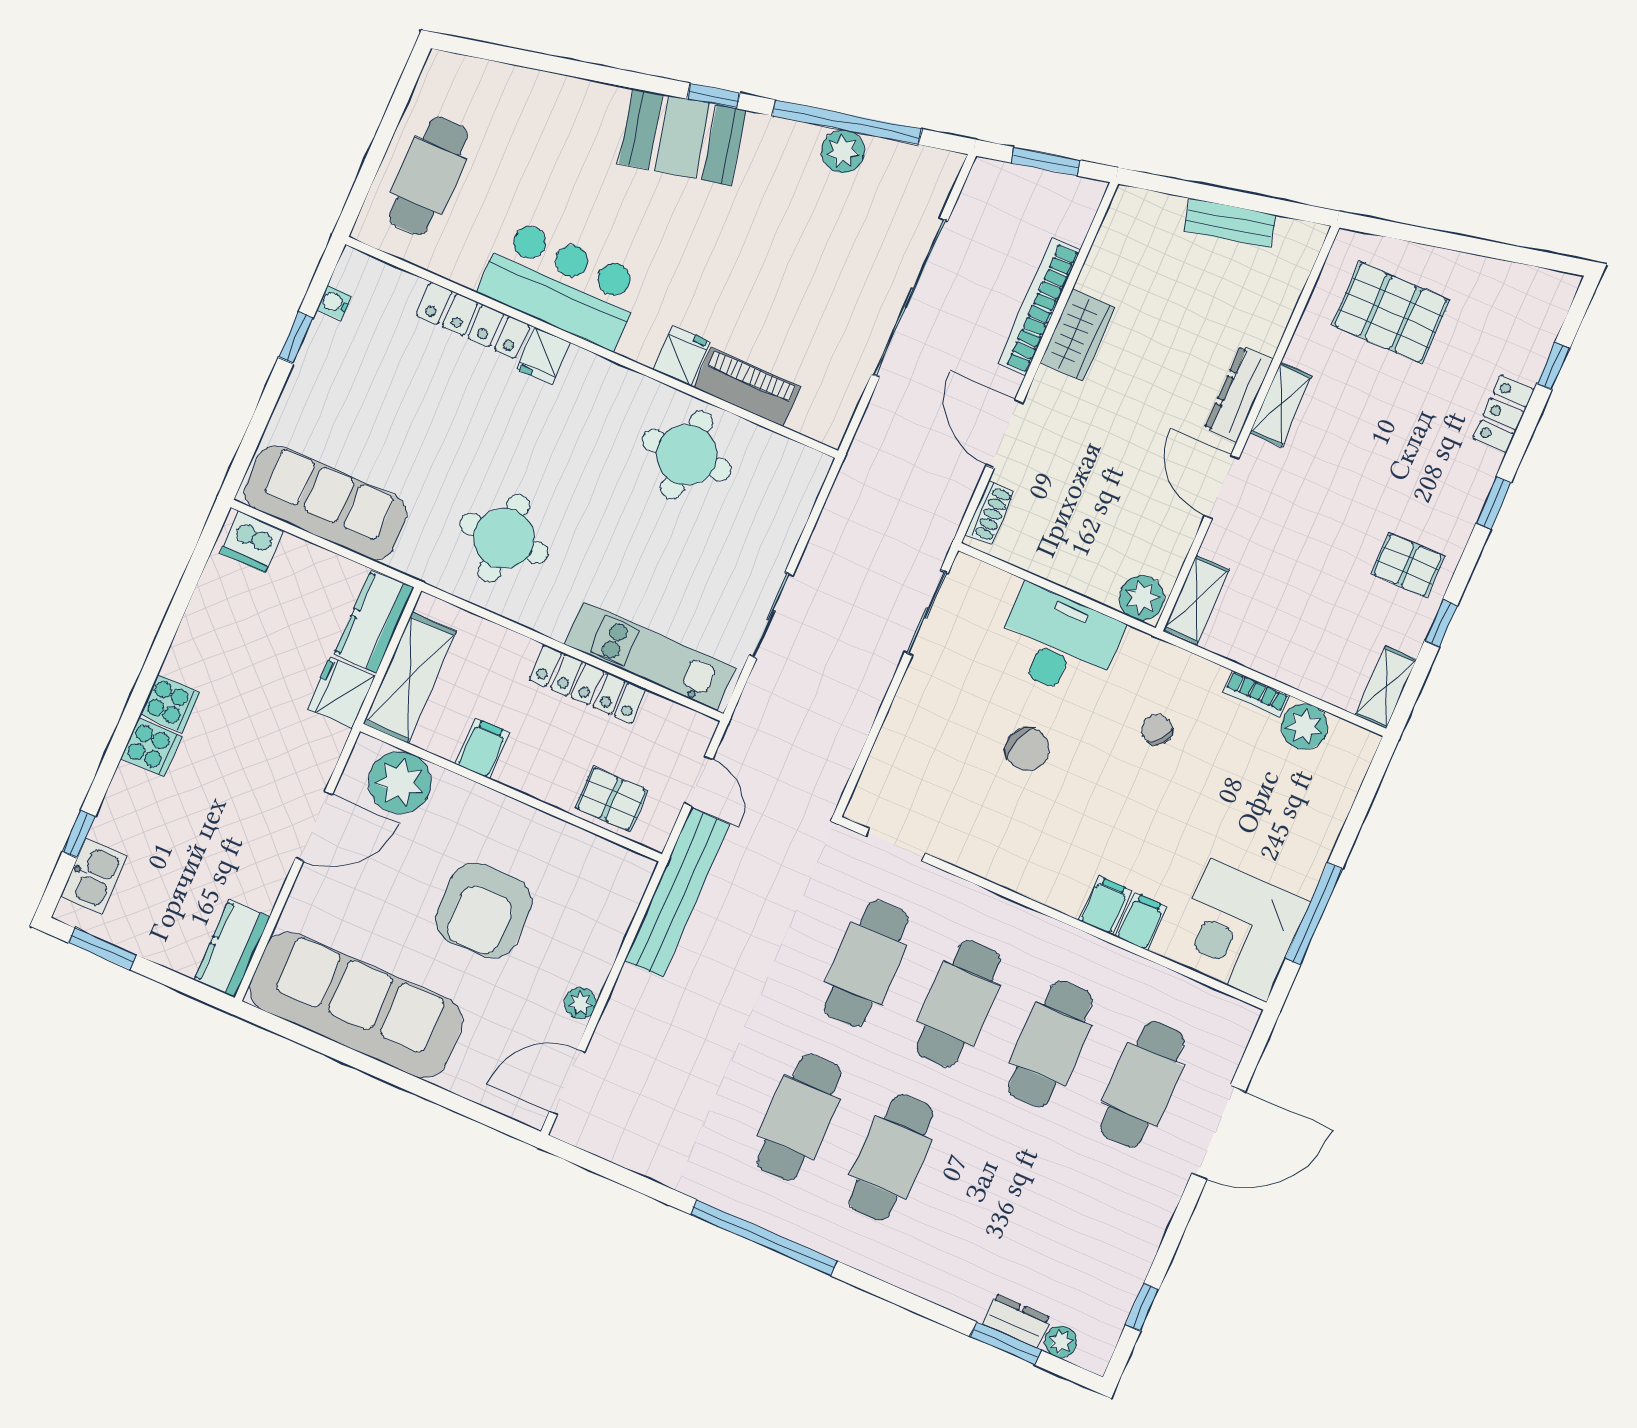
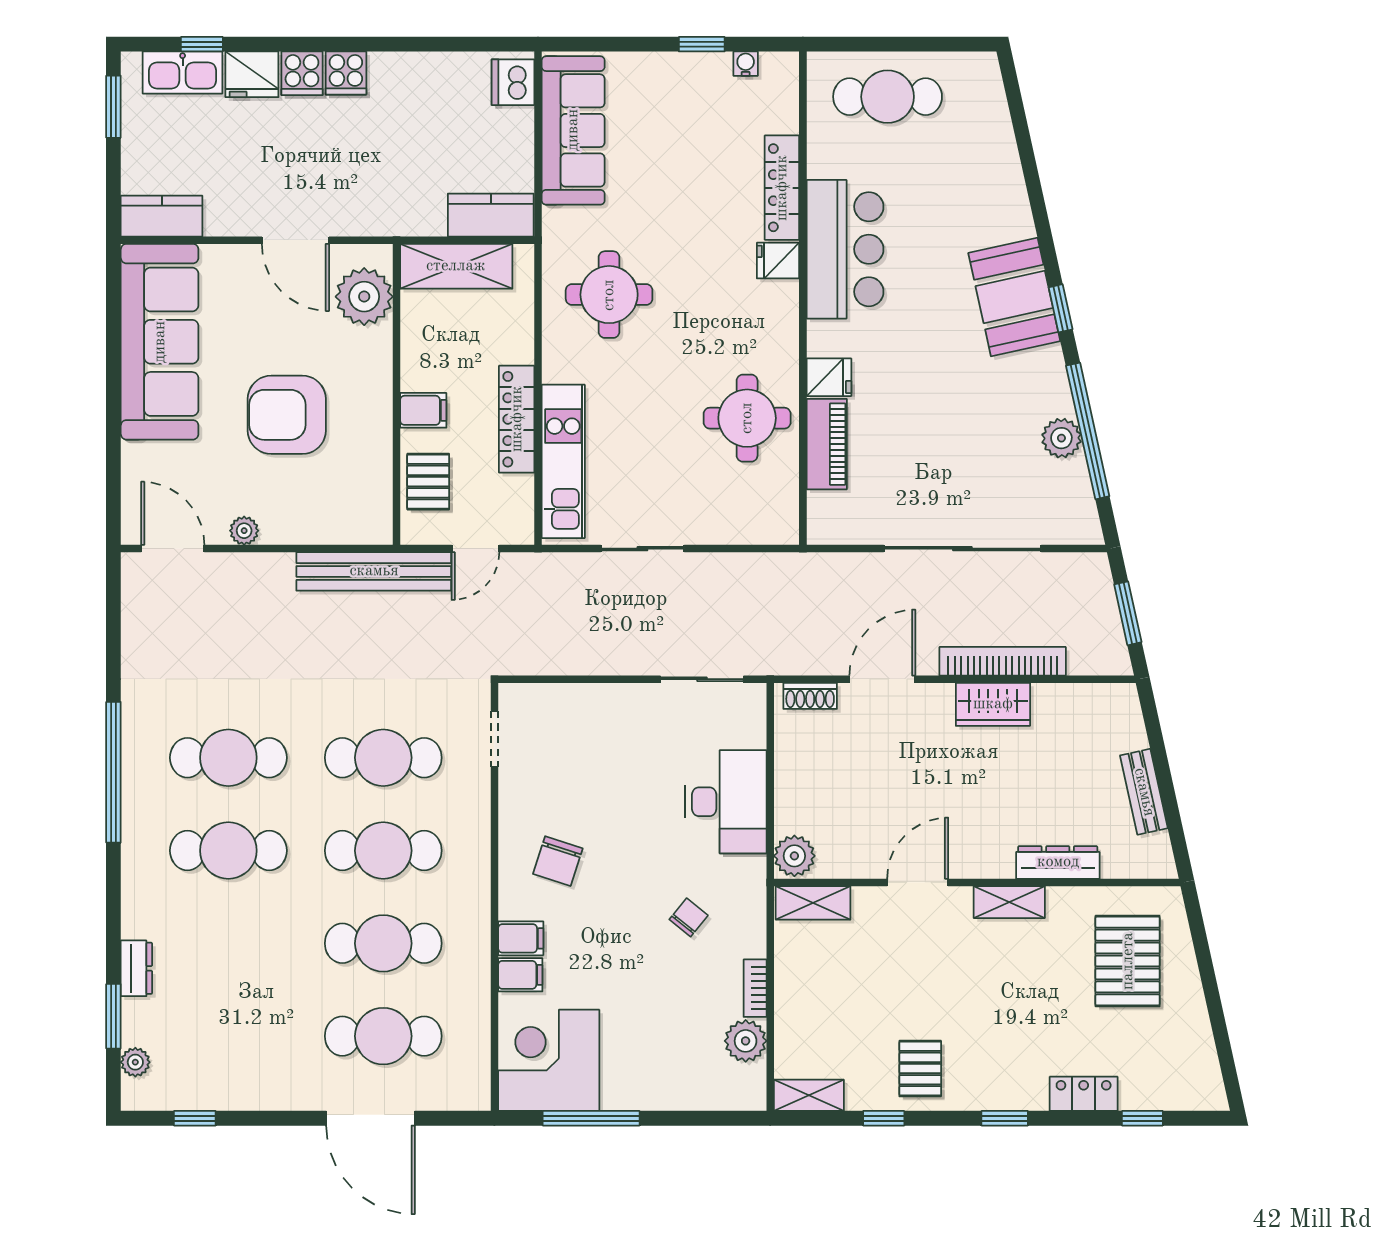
dresser: (1239, 394) -> (1058, 862), moved
fridge: (341, 693) -> (252, 74), moved, turned 180
filing cabinet: (482, 749) -> (423, 410), moved
chair: (1028, 749) -> (558, 861), moved
kitchen sink: (94, 876) -> (183, 73), width x1.38
dresser: (1016, 1321) -> (136, 968), moved

